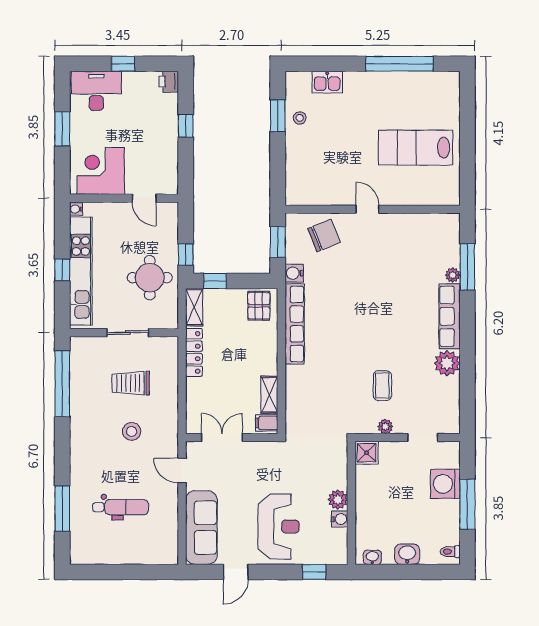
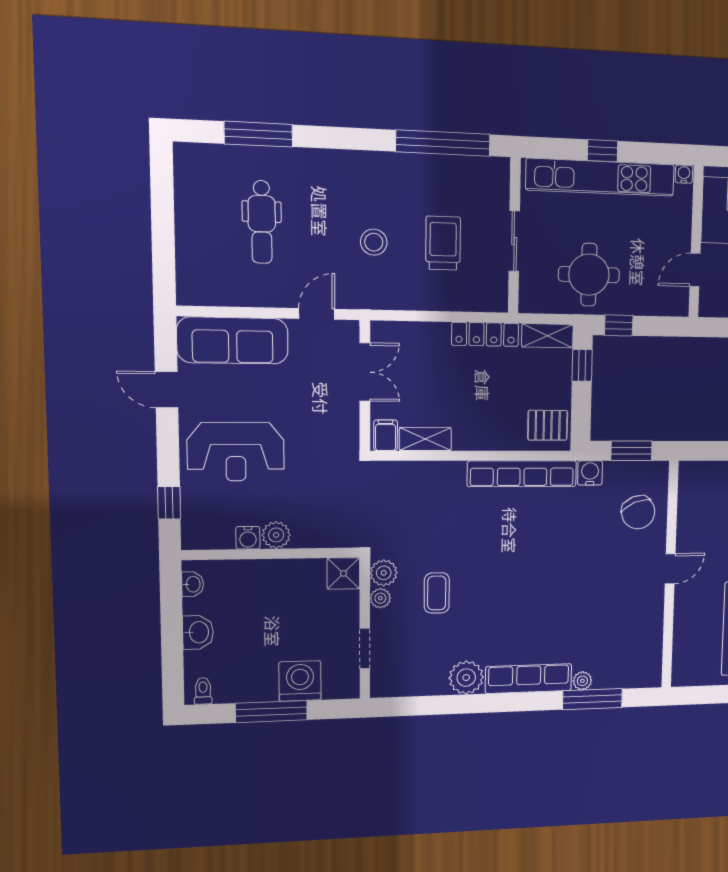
coffee table: (382, 386) -> (437, 593), turned 90
plant: (367, 424) -> (384, 573), added

